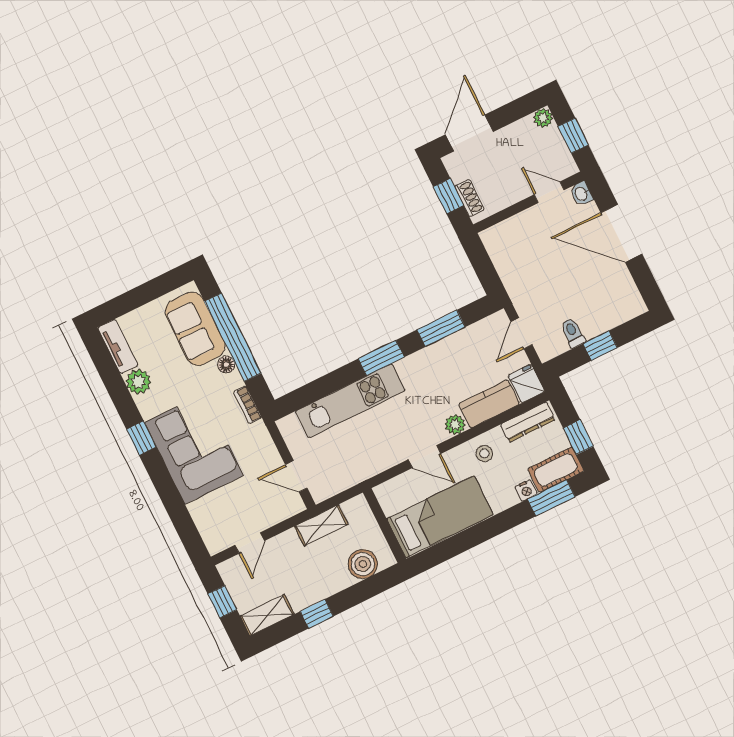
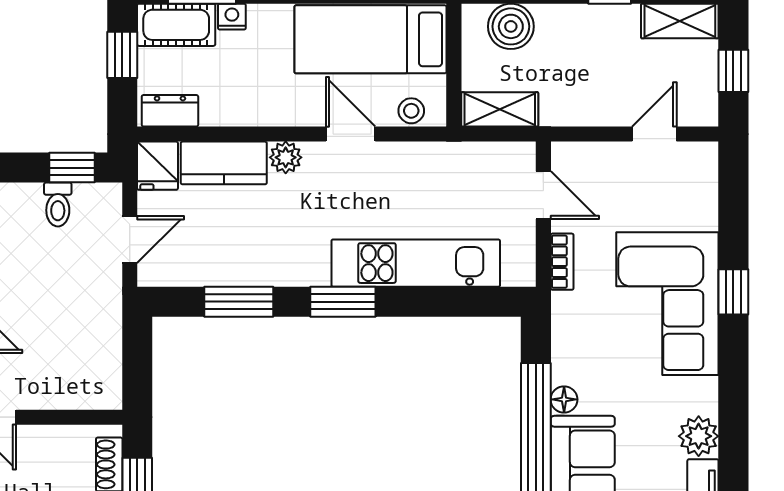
window: (600, 346) -> (72, 168), moved
bookcase: (248, 405) -> (562, 262), moved
dresser: (528, 422) -> (170, 111), width x0.70
window: (141, 438) -> (733, 292), moved
stool: (484, 453) -> (411, 111), moved
shelving: (321, 525) -> (500, 109), moved

